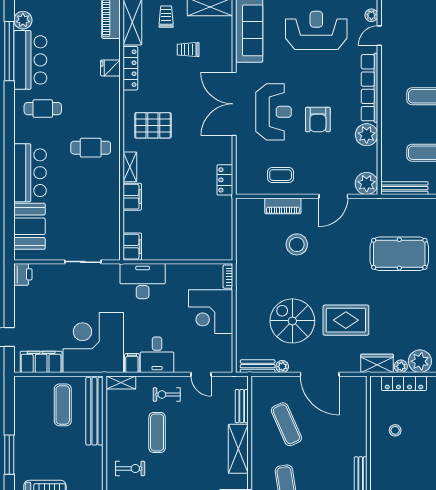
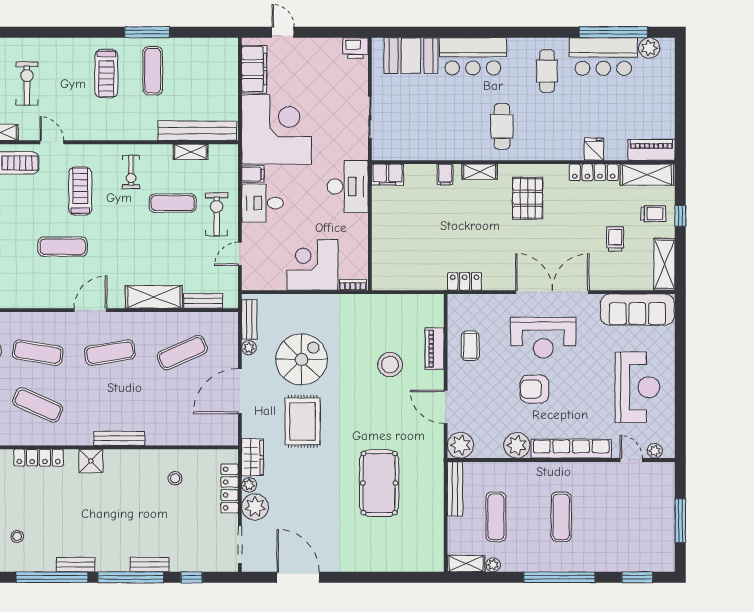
filing cabinet: (132, 197) -> (445, 174), width x0.50
shelving: (121, 383) -> (191, 152), moved, turned 90
exercise bike: (167, 394) -> (217, 214), width x1.38, depth x1.39
exercise mat: (63, 405) -> (153, 71), moved, turned 90

